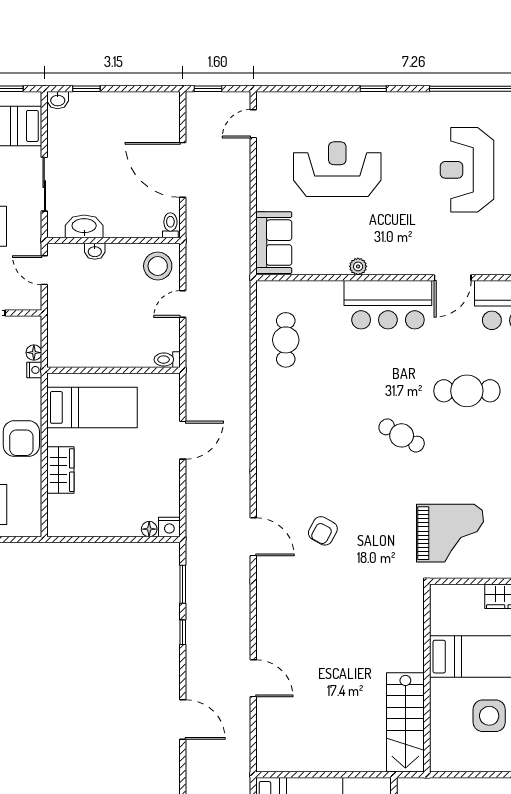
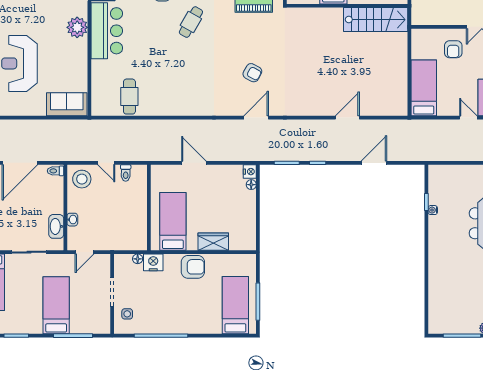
plant: (358, 266) -> (77, 27), moved, width x1.88, depth x1.88
cafe table: (286, 340) -> (129, 97), turned 90
toilet: (167, 360) -> (126, 173), moved
nightstand: (34, 370) -> (153, 262), width x1.89, depth x1.79

